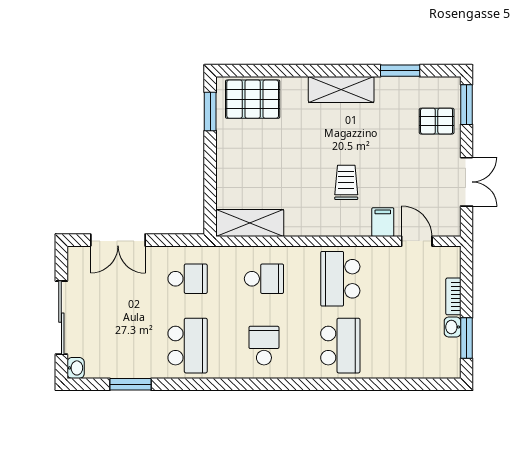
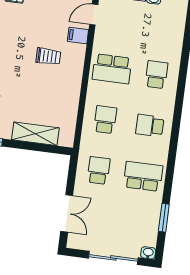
trolley: (346, 182) -> (48, 56), turned 180
shelving: (250, 223) -> (35, 134), moved, turned 90
school desk: (340, 346) -> (156, 75), width x0.54

